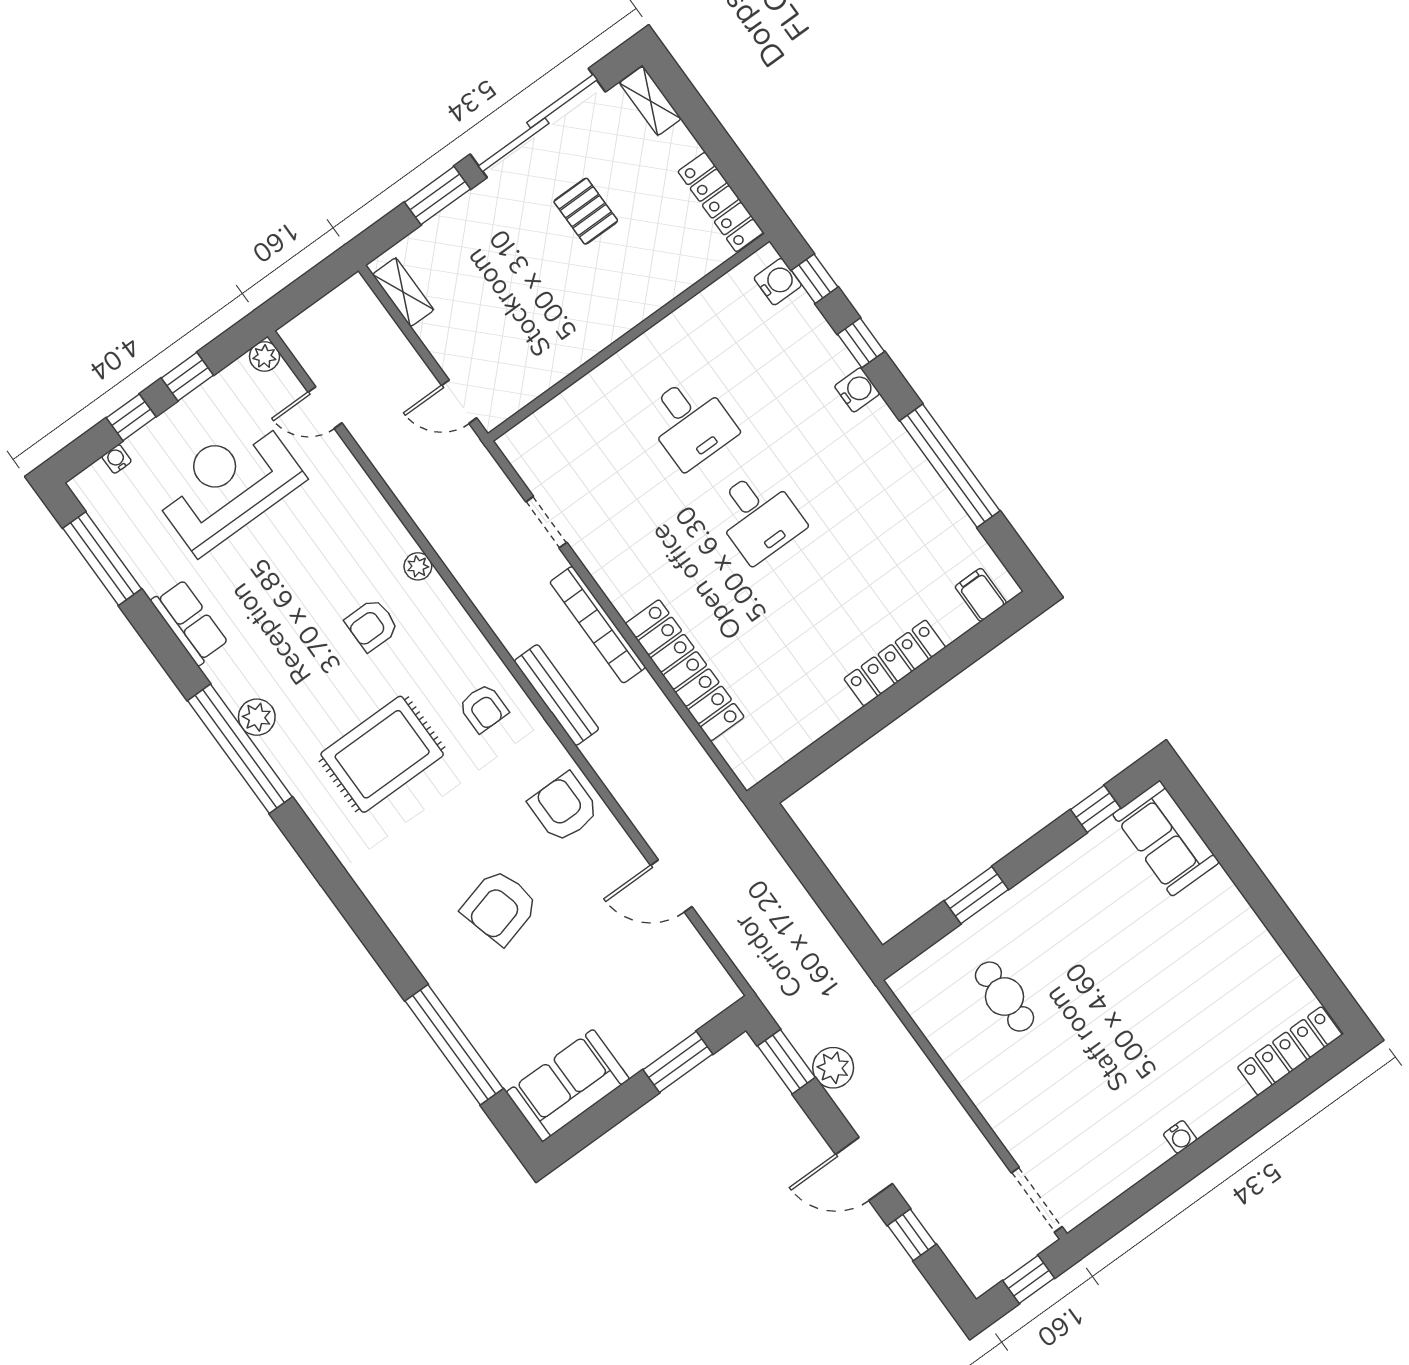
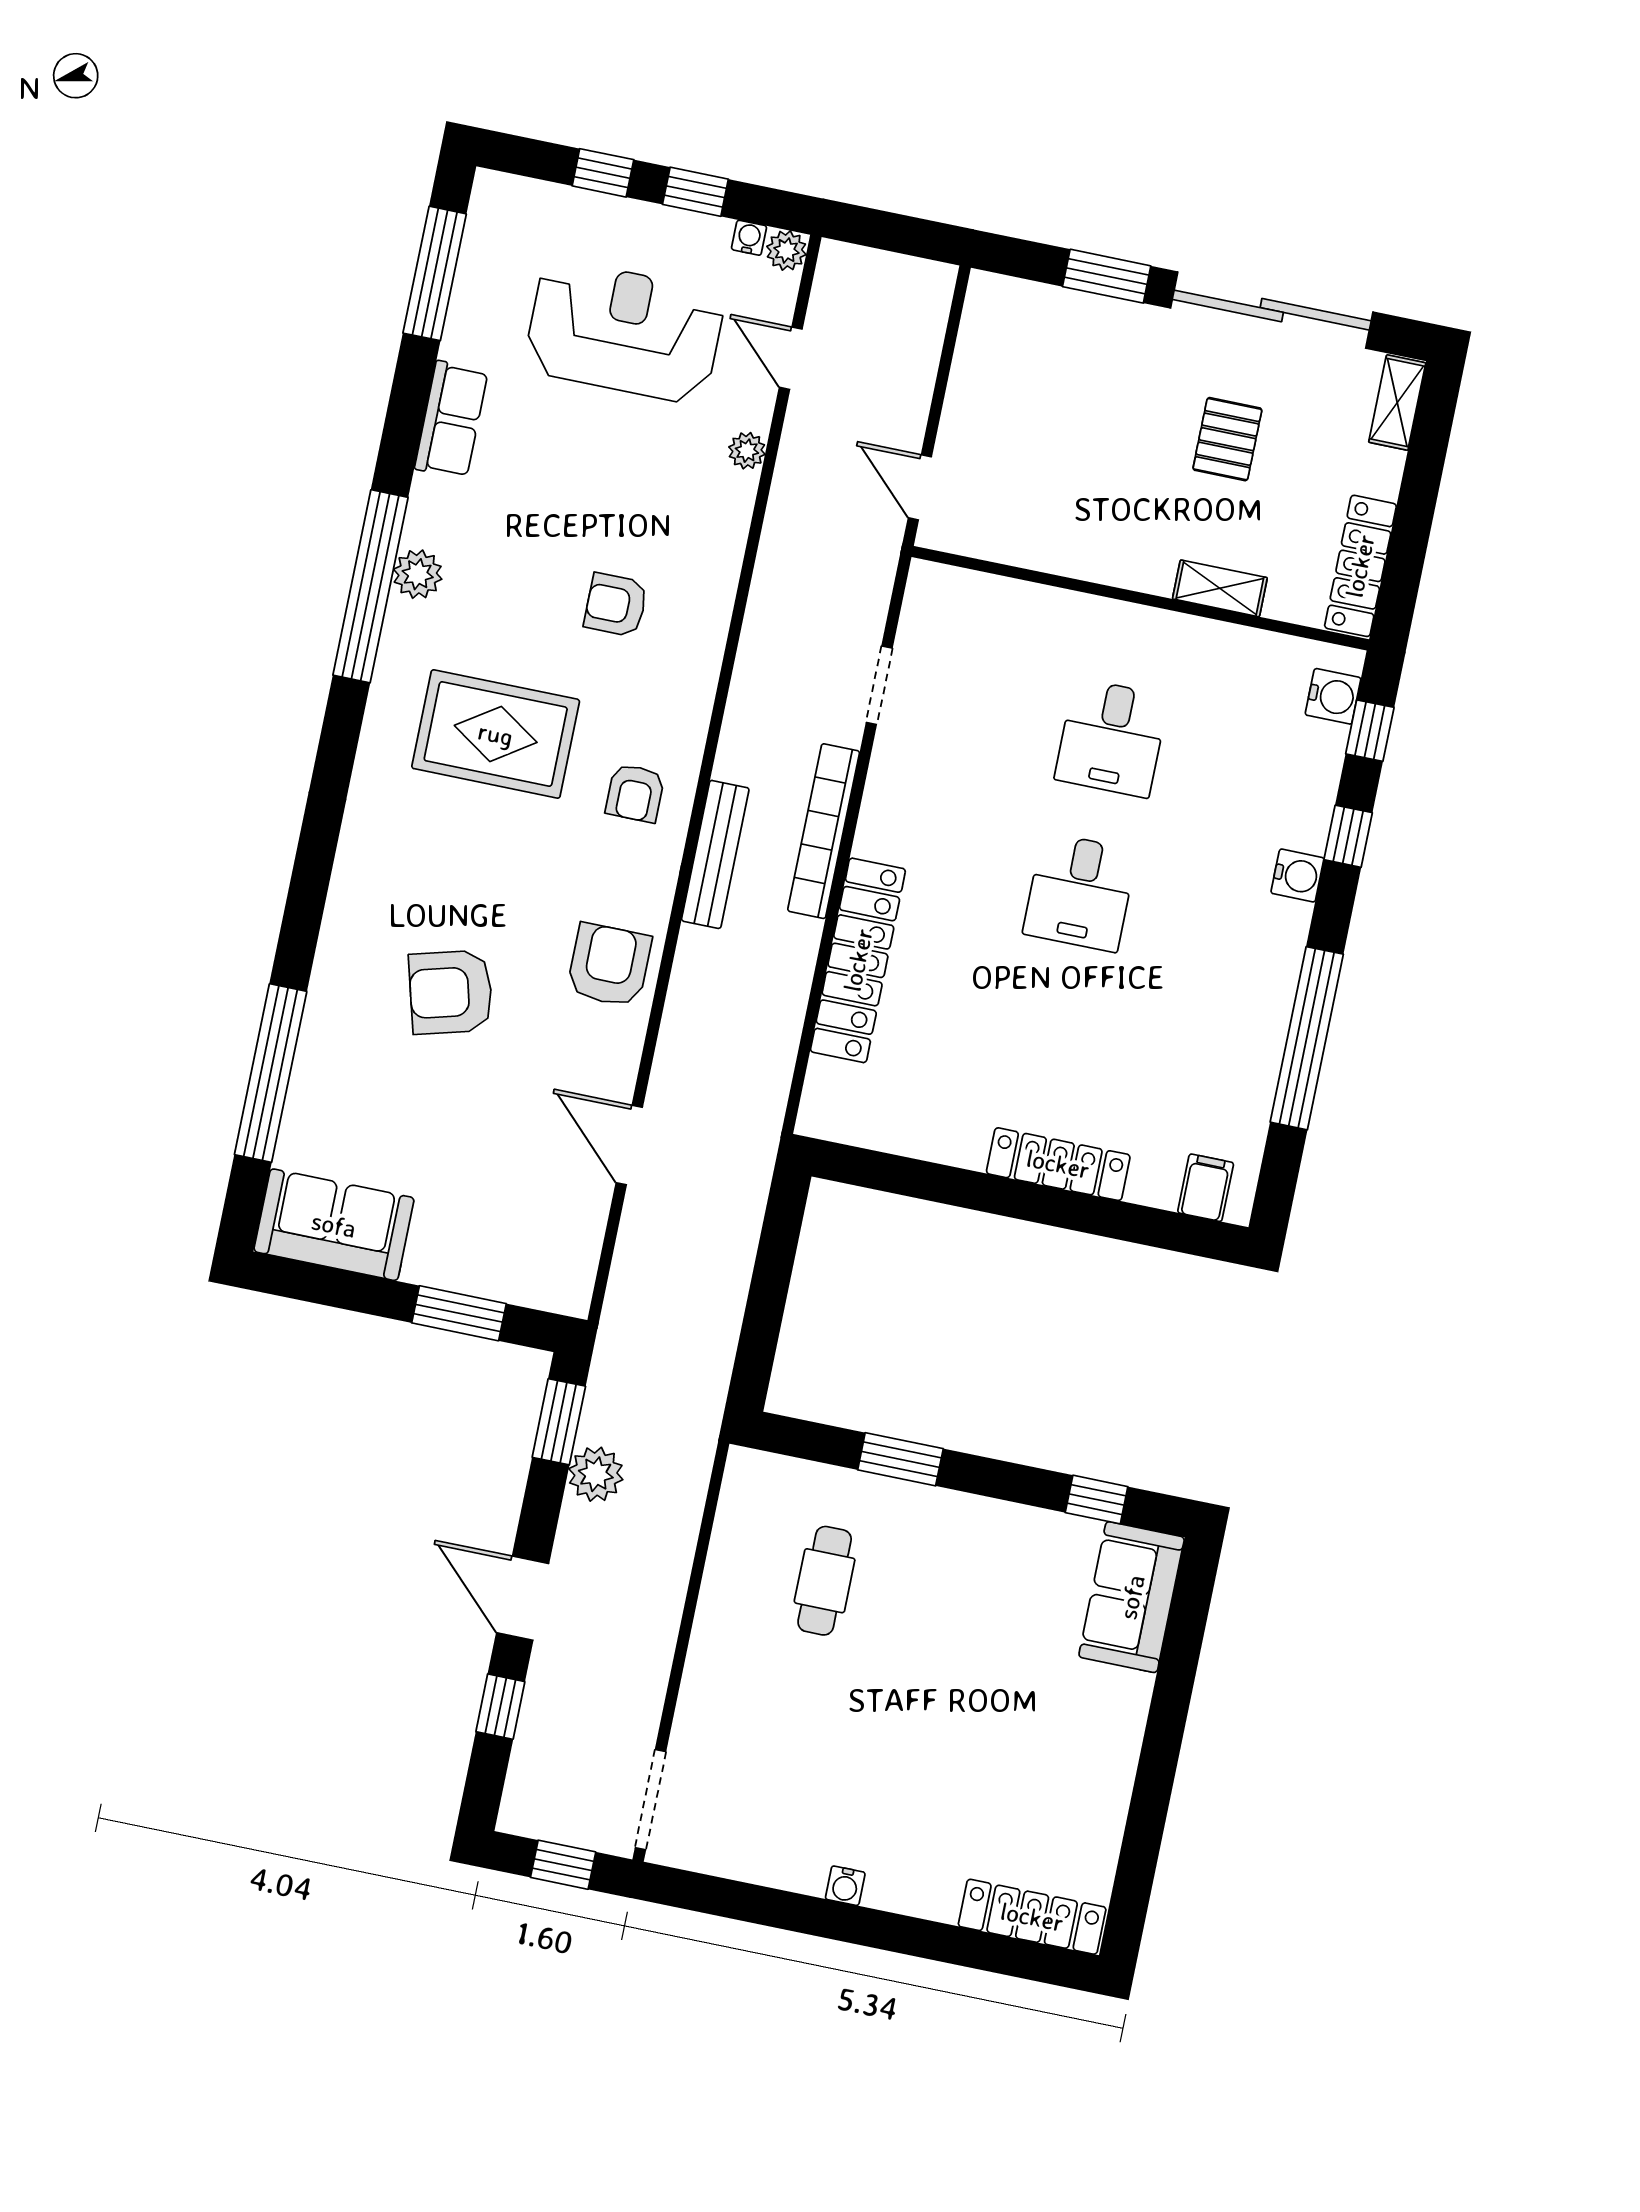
shelving: (403, 292) -> (1220, 588), moved, turned 90
water cooler: (117, 459) -> (749, 238), moved
plant: (418, 566) -> (747, 451), moved

